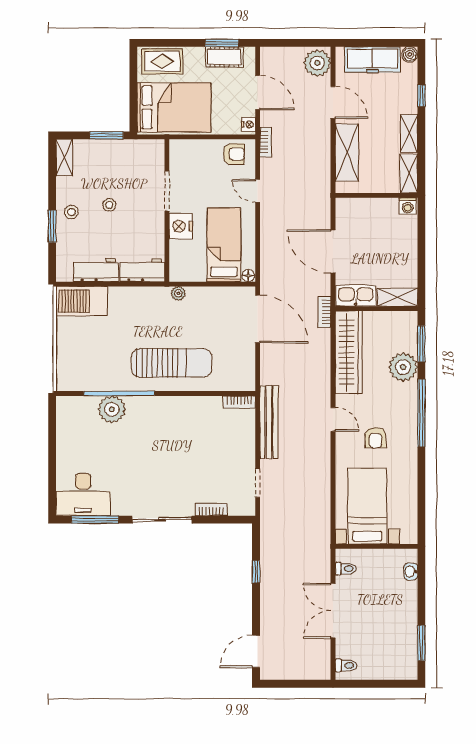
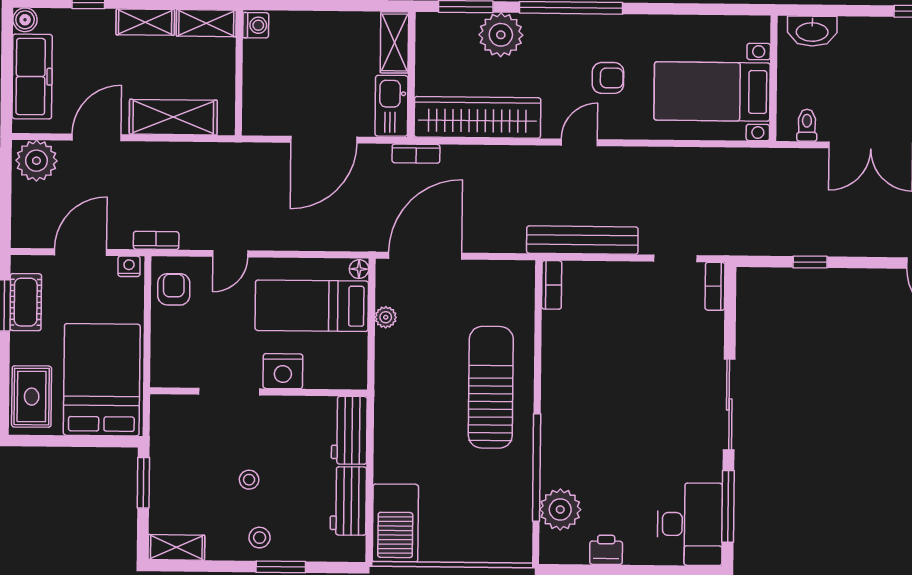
plant: (178, 293) -> (386, 317), moved
plant: (112, 409) -> (560, 509), moved
printer: (66, 440) -> (606, 550), added
bookcase: (211, 509) -> (715, 286), moved
washbasin: (411, 571) -> (812, 31), width x1.91, depth x1.45

